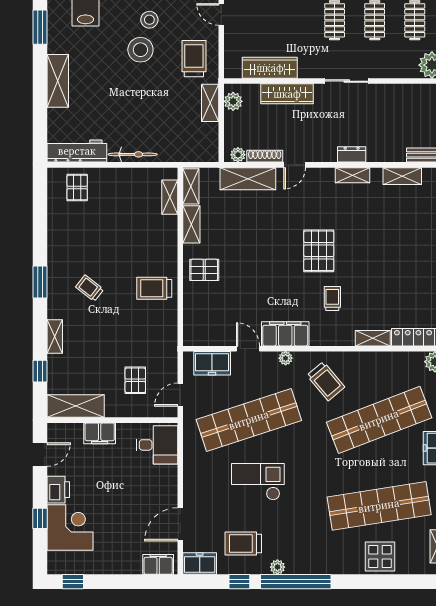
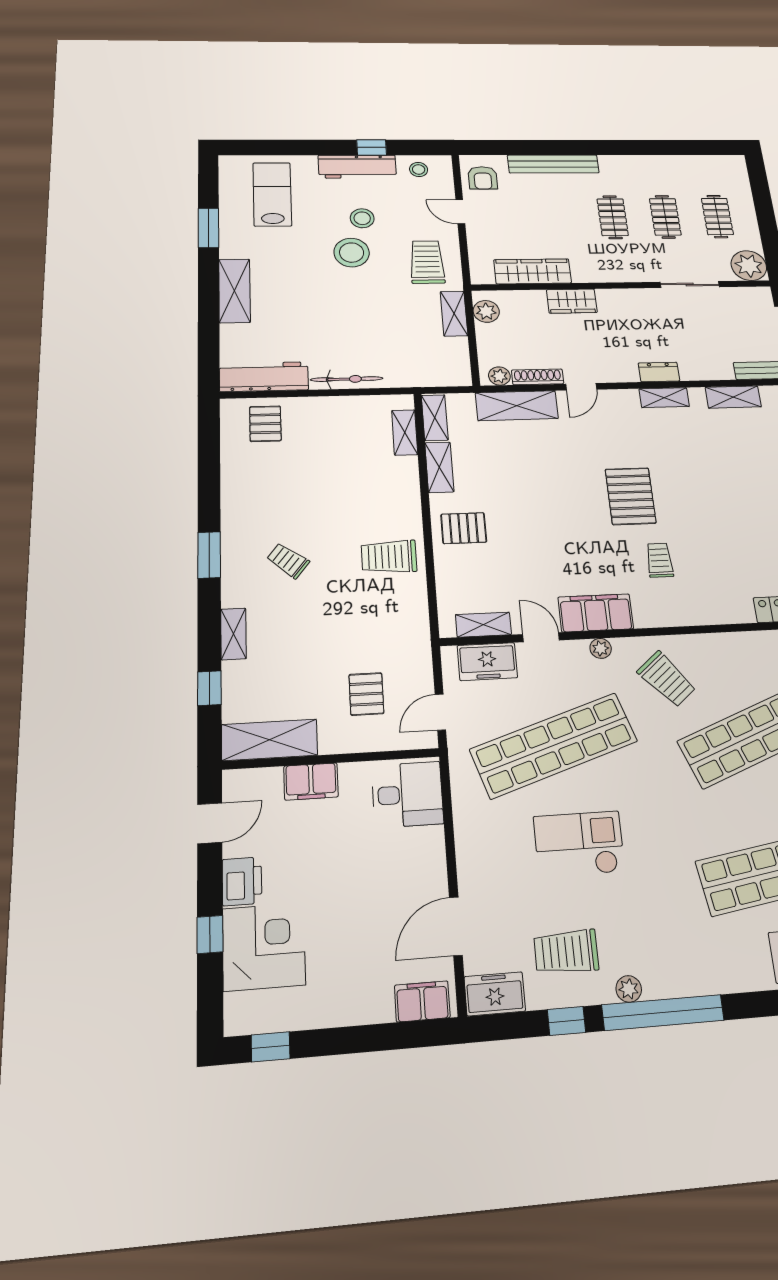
sliding door: (347, 81) -> (690, 284), moved
wardrobe: (287, 94) -> (572, 301), width x0.67
shelving: (373, 338) -> (483, 625), moved

